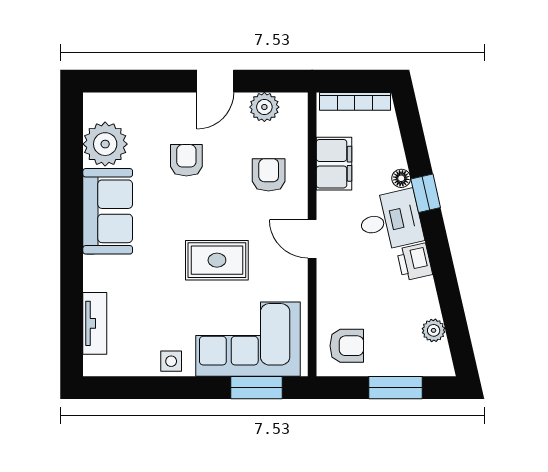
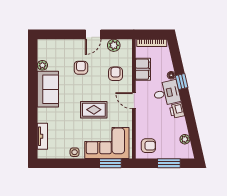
plant: (105, 144) -> (42, 65), width x0.53, depth x0.53

